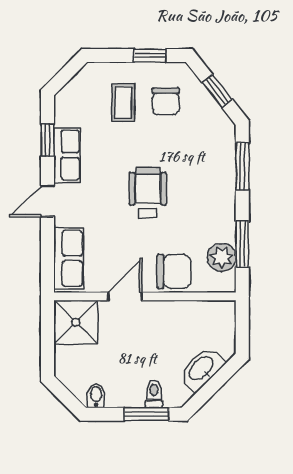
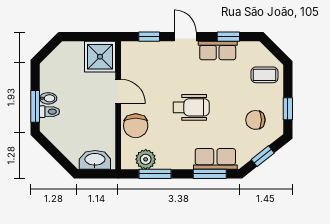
coffee table: (123, 103) -> (264, 75), moved
window: (47, 252) -> (149, 37), added
row of seats: (69, 258) -> (215, 159), moved, turned 180
washbasin: (202, 369) -> (95, 160), moved, turned -45
bidet: (96, 396) -> (48, 98), moved

